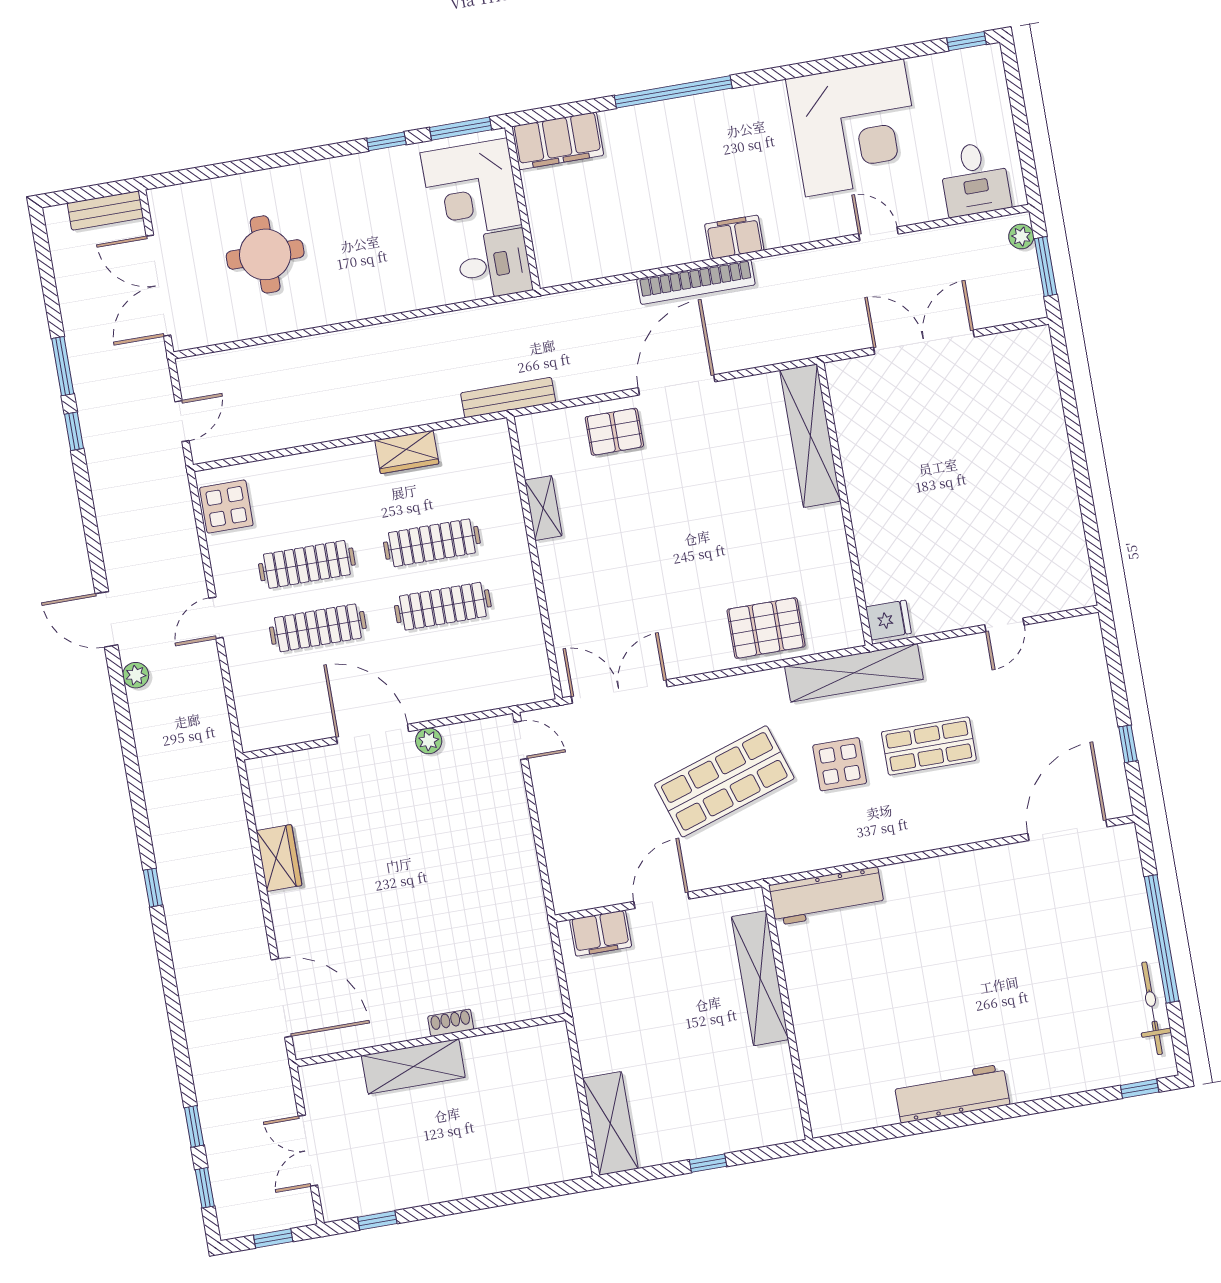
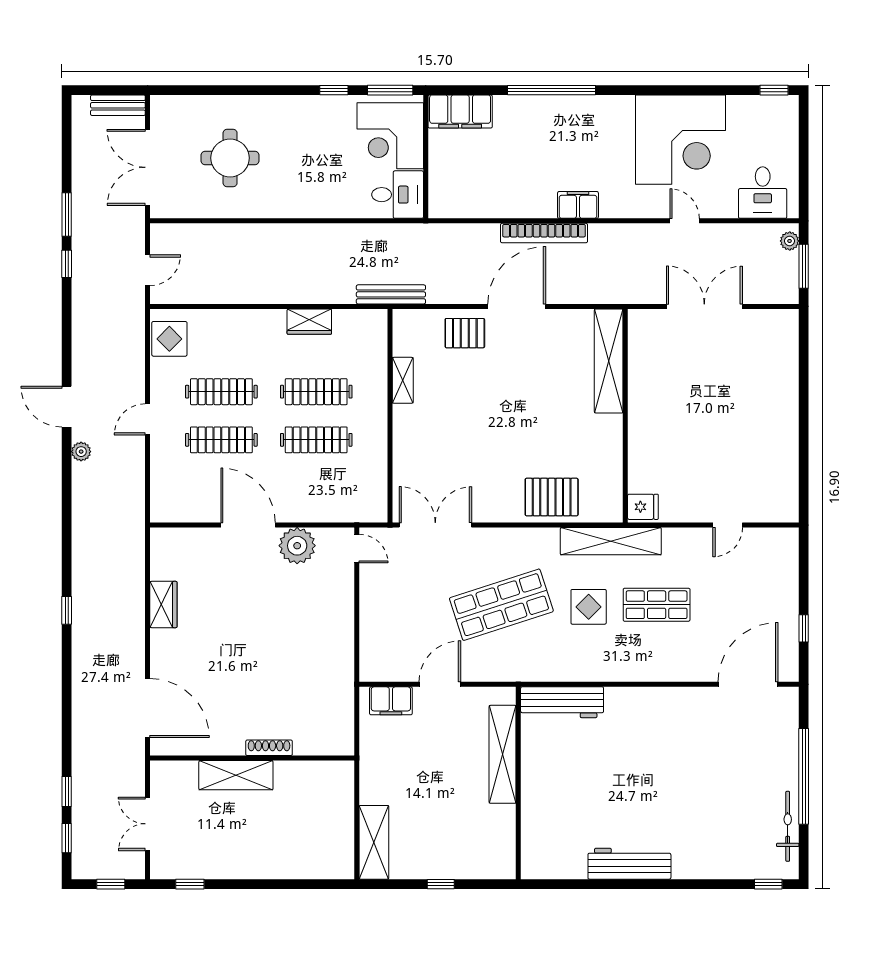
plant: (429, 741) -> (297, 546), width x1.87, depth x1.87
shoe rack: (451, 1023) -> (269, 748), width x1.43

